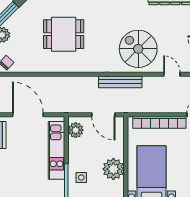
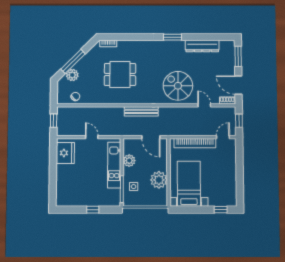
bench: (120, 82) -> (141, 111), moved
door: (28, 115) -> (92, 137), width x0.53
plant: (76, 130) -> (129, 161), moved

